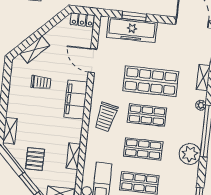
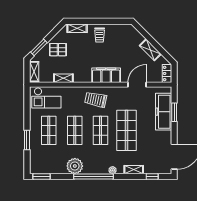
shelving: (35, 50) -> (150, 50), moved
trolley: (41, 82) -> (100, 35), moved

